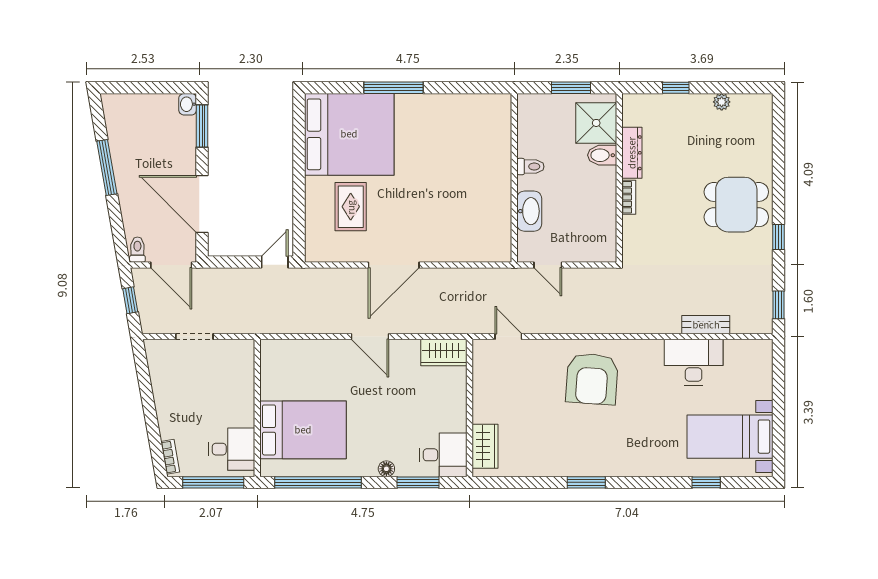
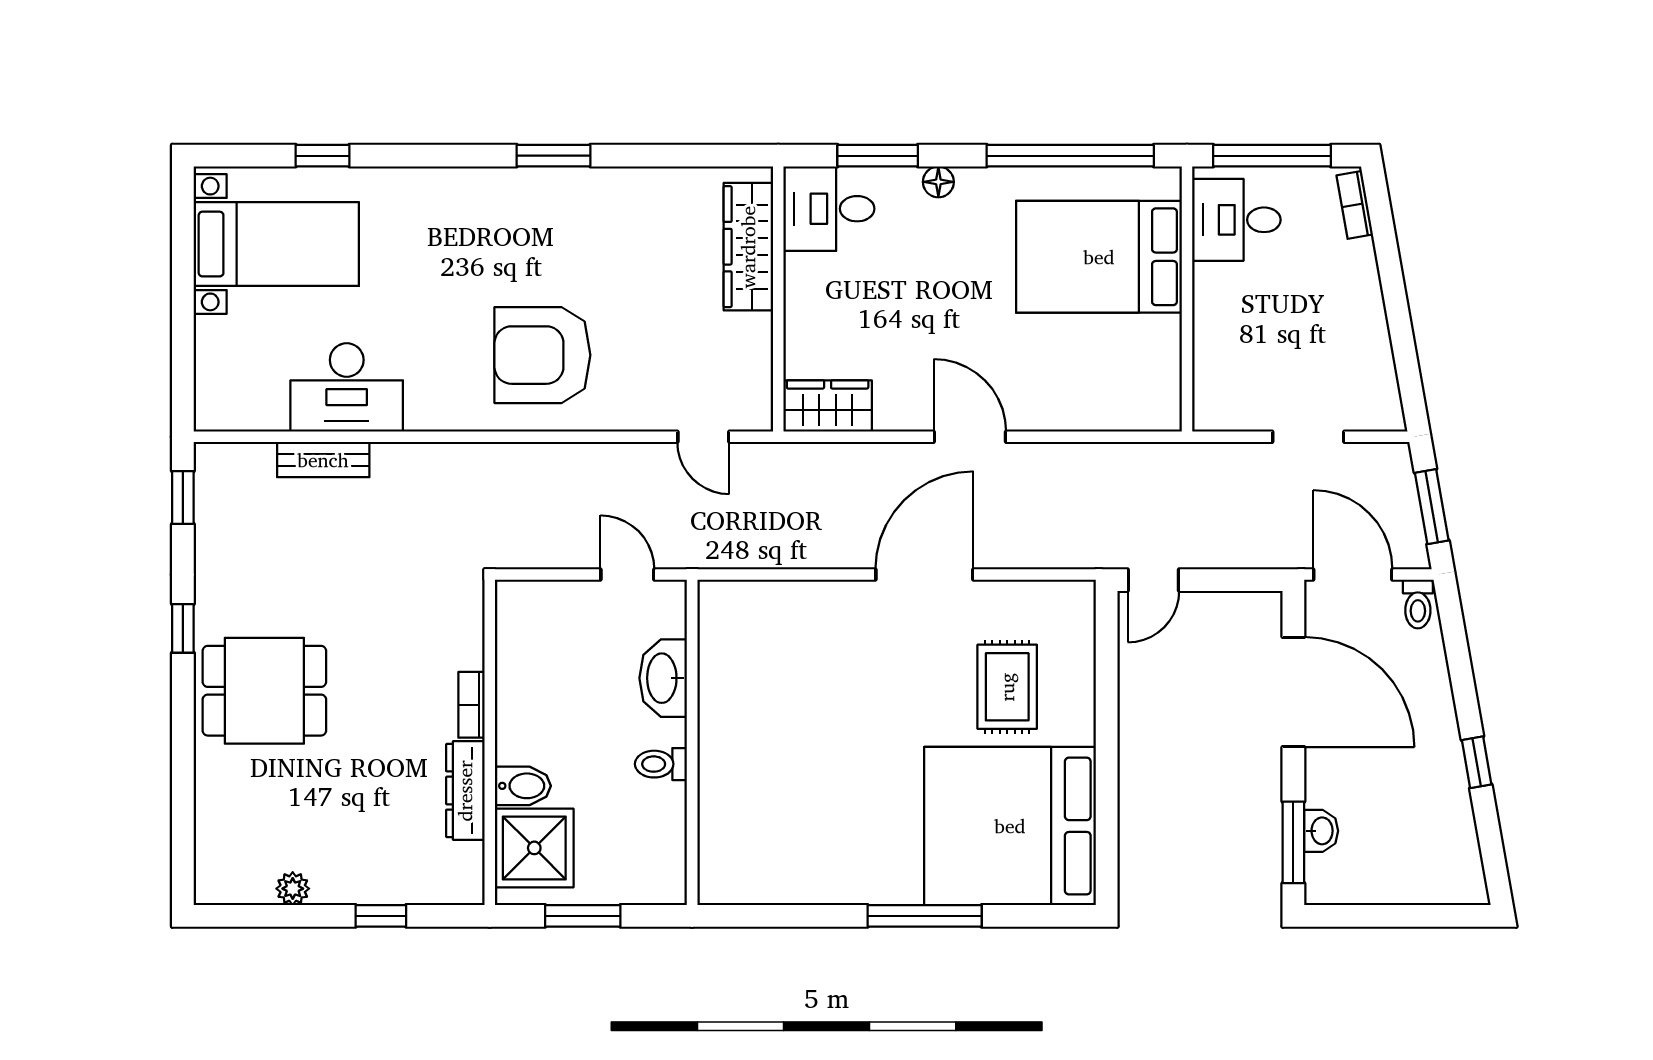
washbasin: (188, 104) -> (1321, 831), moved
window: (107, 168) -> (1477, 762), width x0.46
window: (130, 300) -> (1432, 507), width x1.50
armchair: (592, 379) -> (542, 355), turned -94
wardrobe: (485, 446) -> (748, 247), width x1.50

